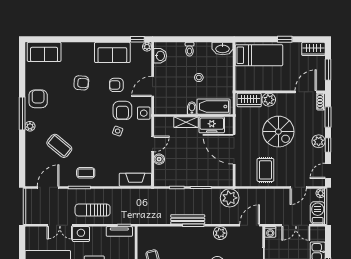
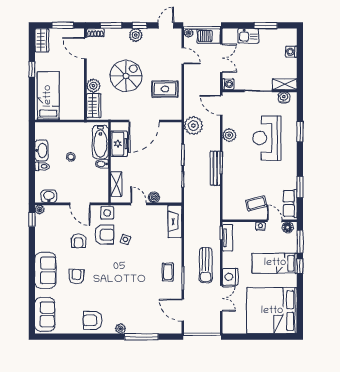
washbasin: (223, 49) -> (41, 150), moved
sofa: (112, 52) -> (45, 270), moved
window: (22, 113) -> (141, 337), moved
shelving: (186, 122) -> (116, 184), moved
coffee table: (59, 146) -> (140, 299), removed
door: (328, 171) -> (166, 25), swing flipped

